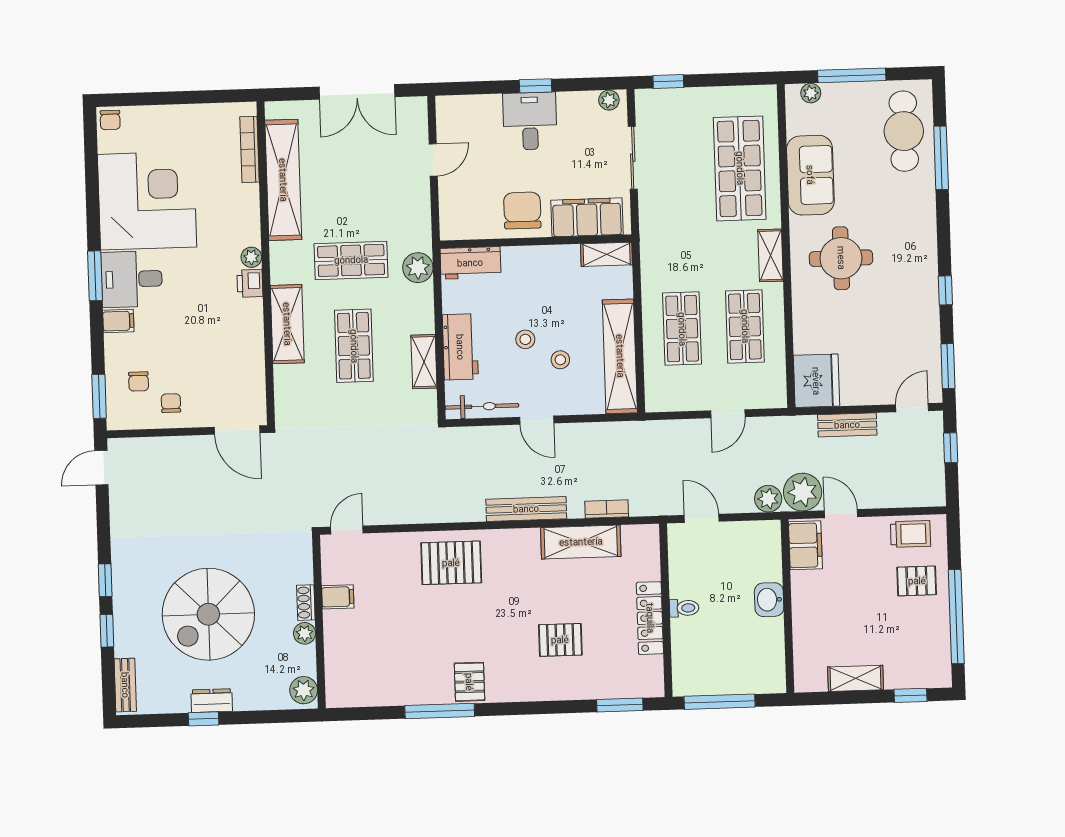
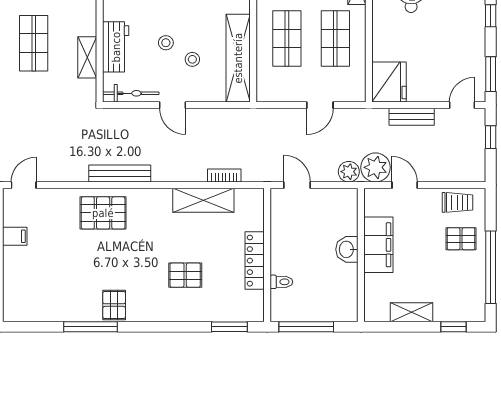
bench: (526, 509) -> (120, 173), moved
filing cabinet: (805, 545) -> (378, 245), moved, width x1.50, depth x1.17
toilet: (684, 608) -> (281, 282), moved

